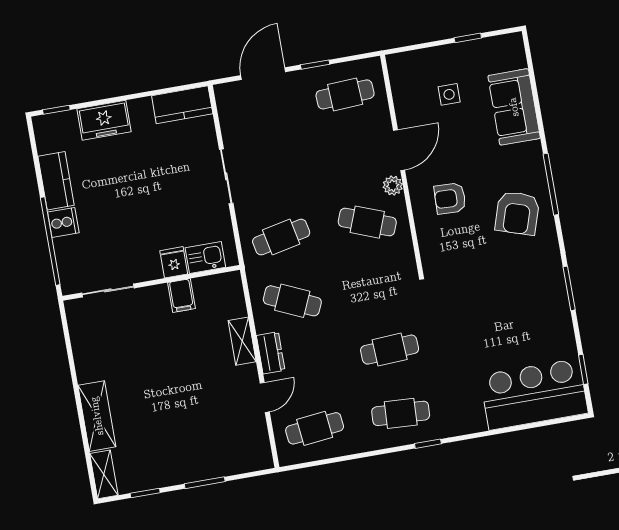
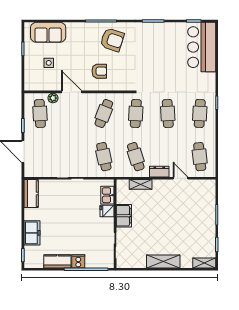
sofa: (514, 107) -> (48, 32), moved
plant: (393, 186) -> (53, 98), moved
armchair: (450, 198) -> (99, 71), turned -92
cafe table: (378, 286) -> (136, 113), added
filing cabinet: (181, 296) -> (124, 216), width x2.00
cafe table: (292, 301) -> (136, 157), turned -42
shelving: (242, 341) -> (141, 184), moved
shelving: (97, 416) -> (163, 261), moved

